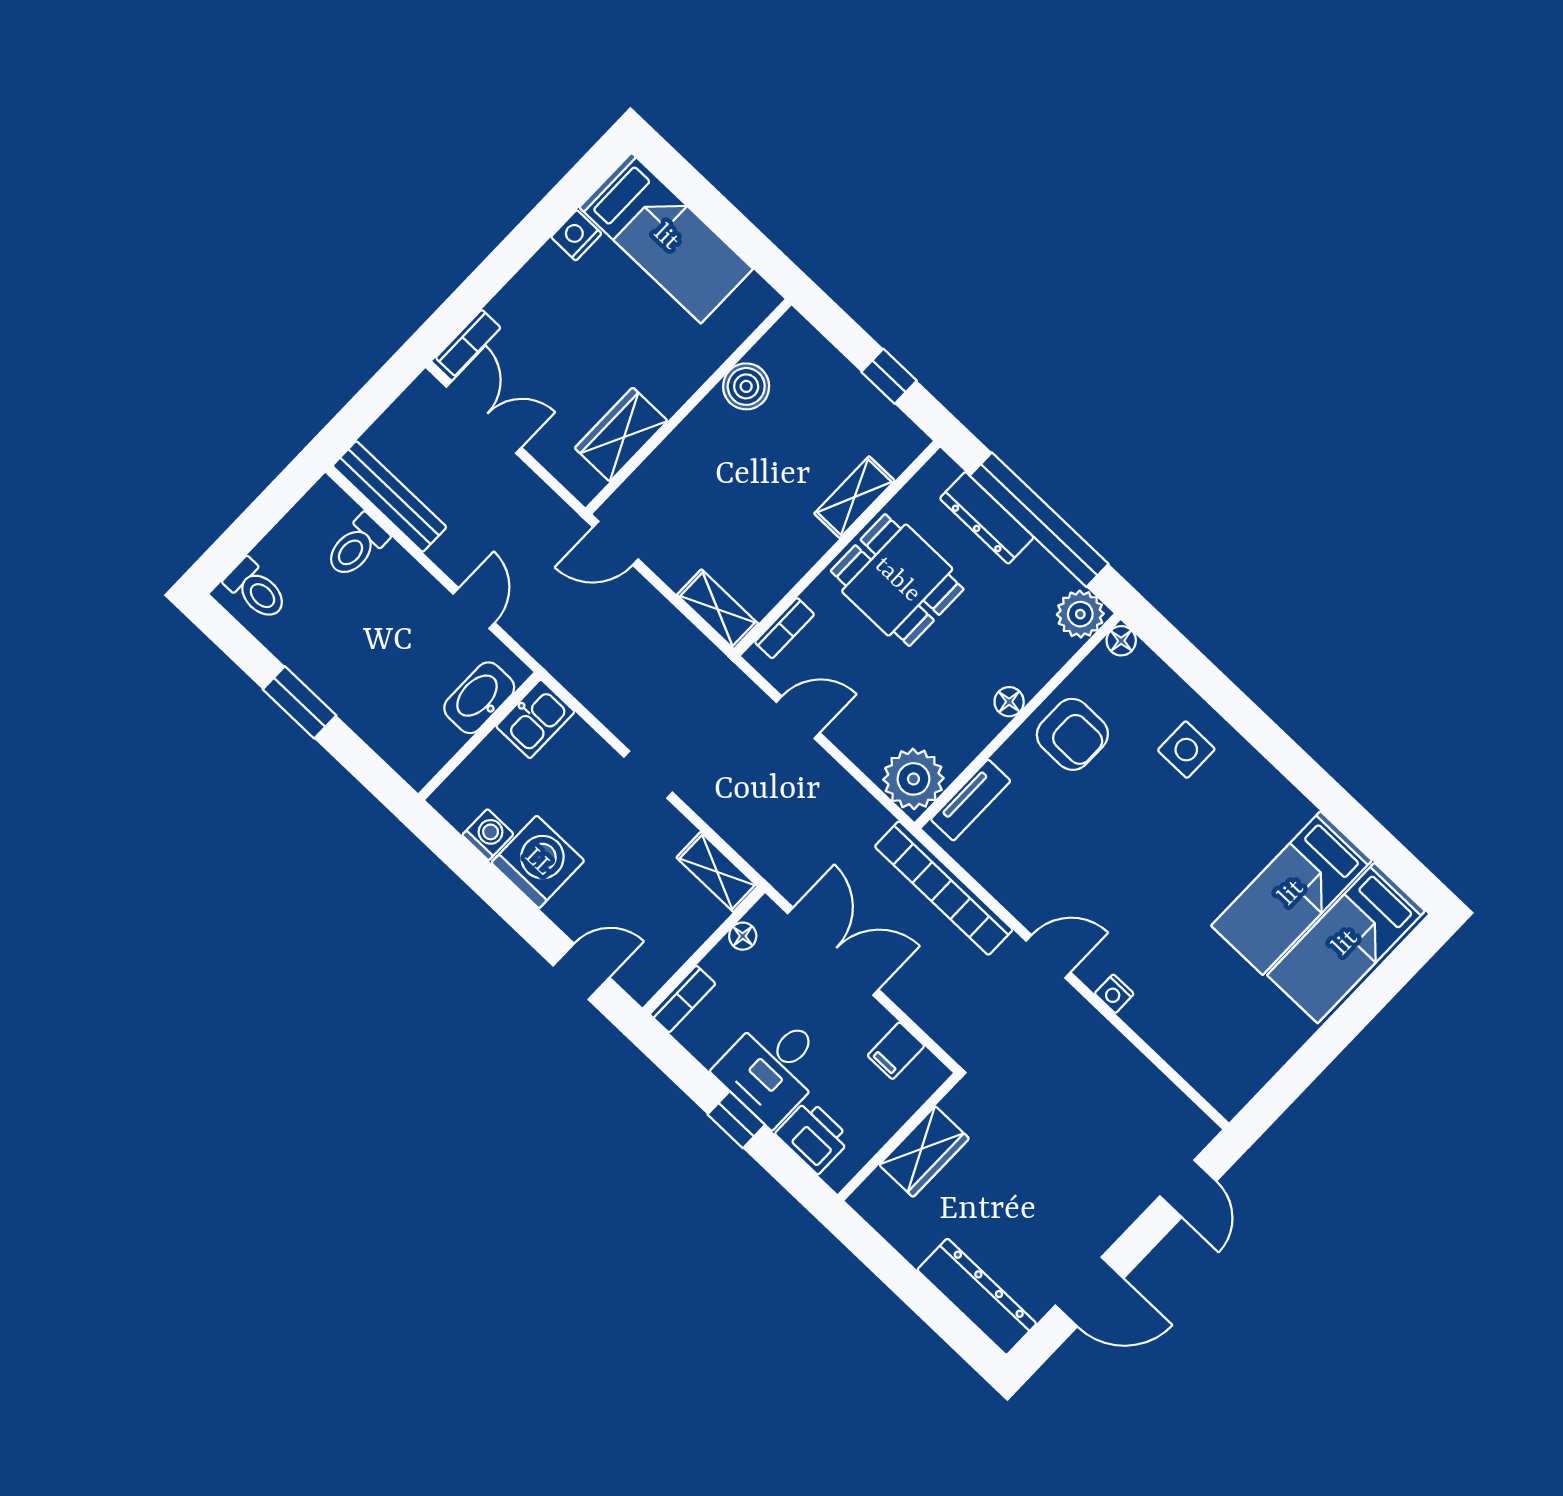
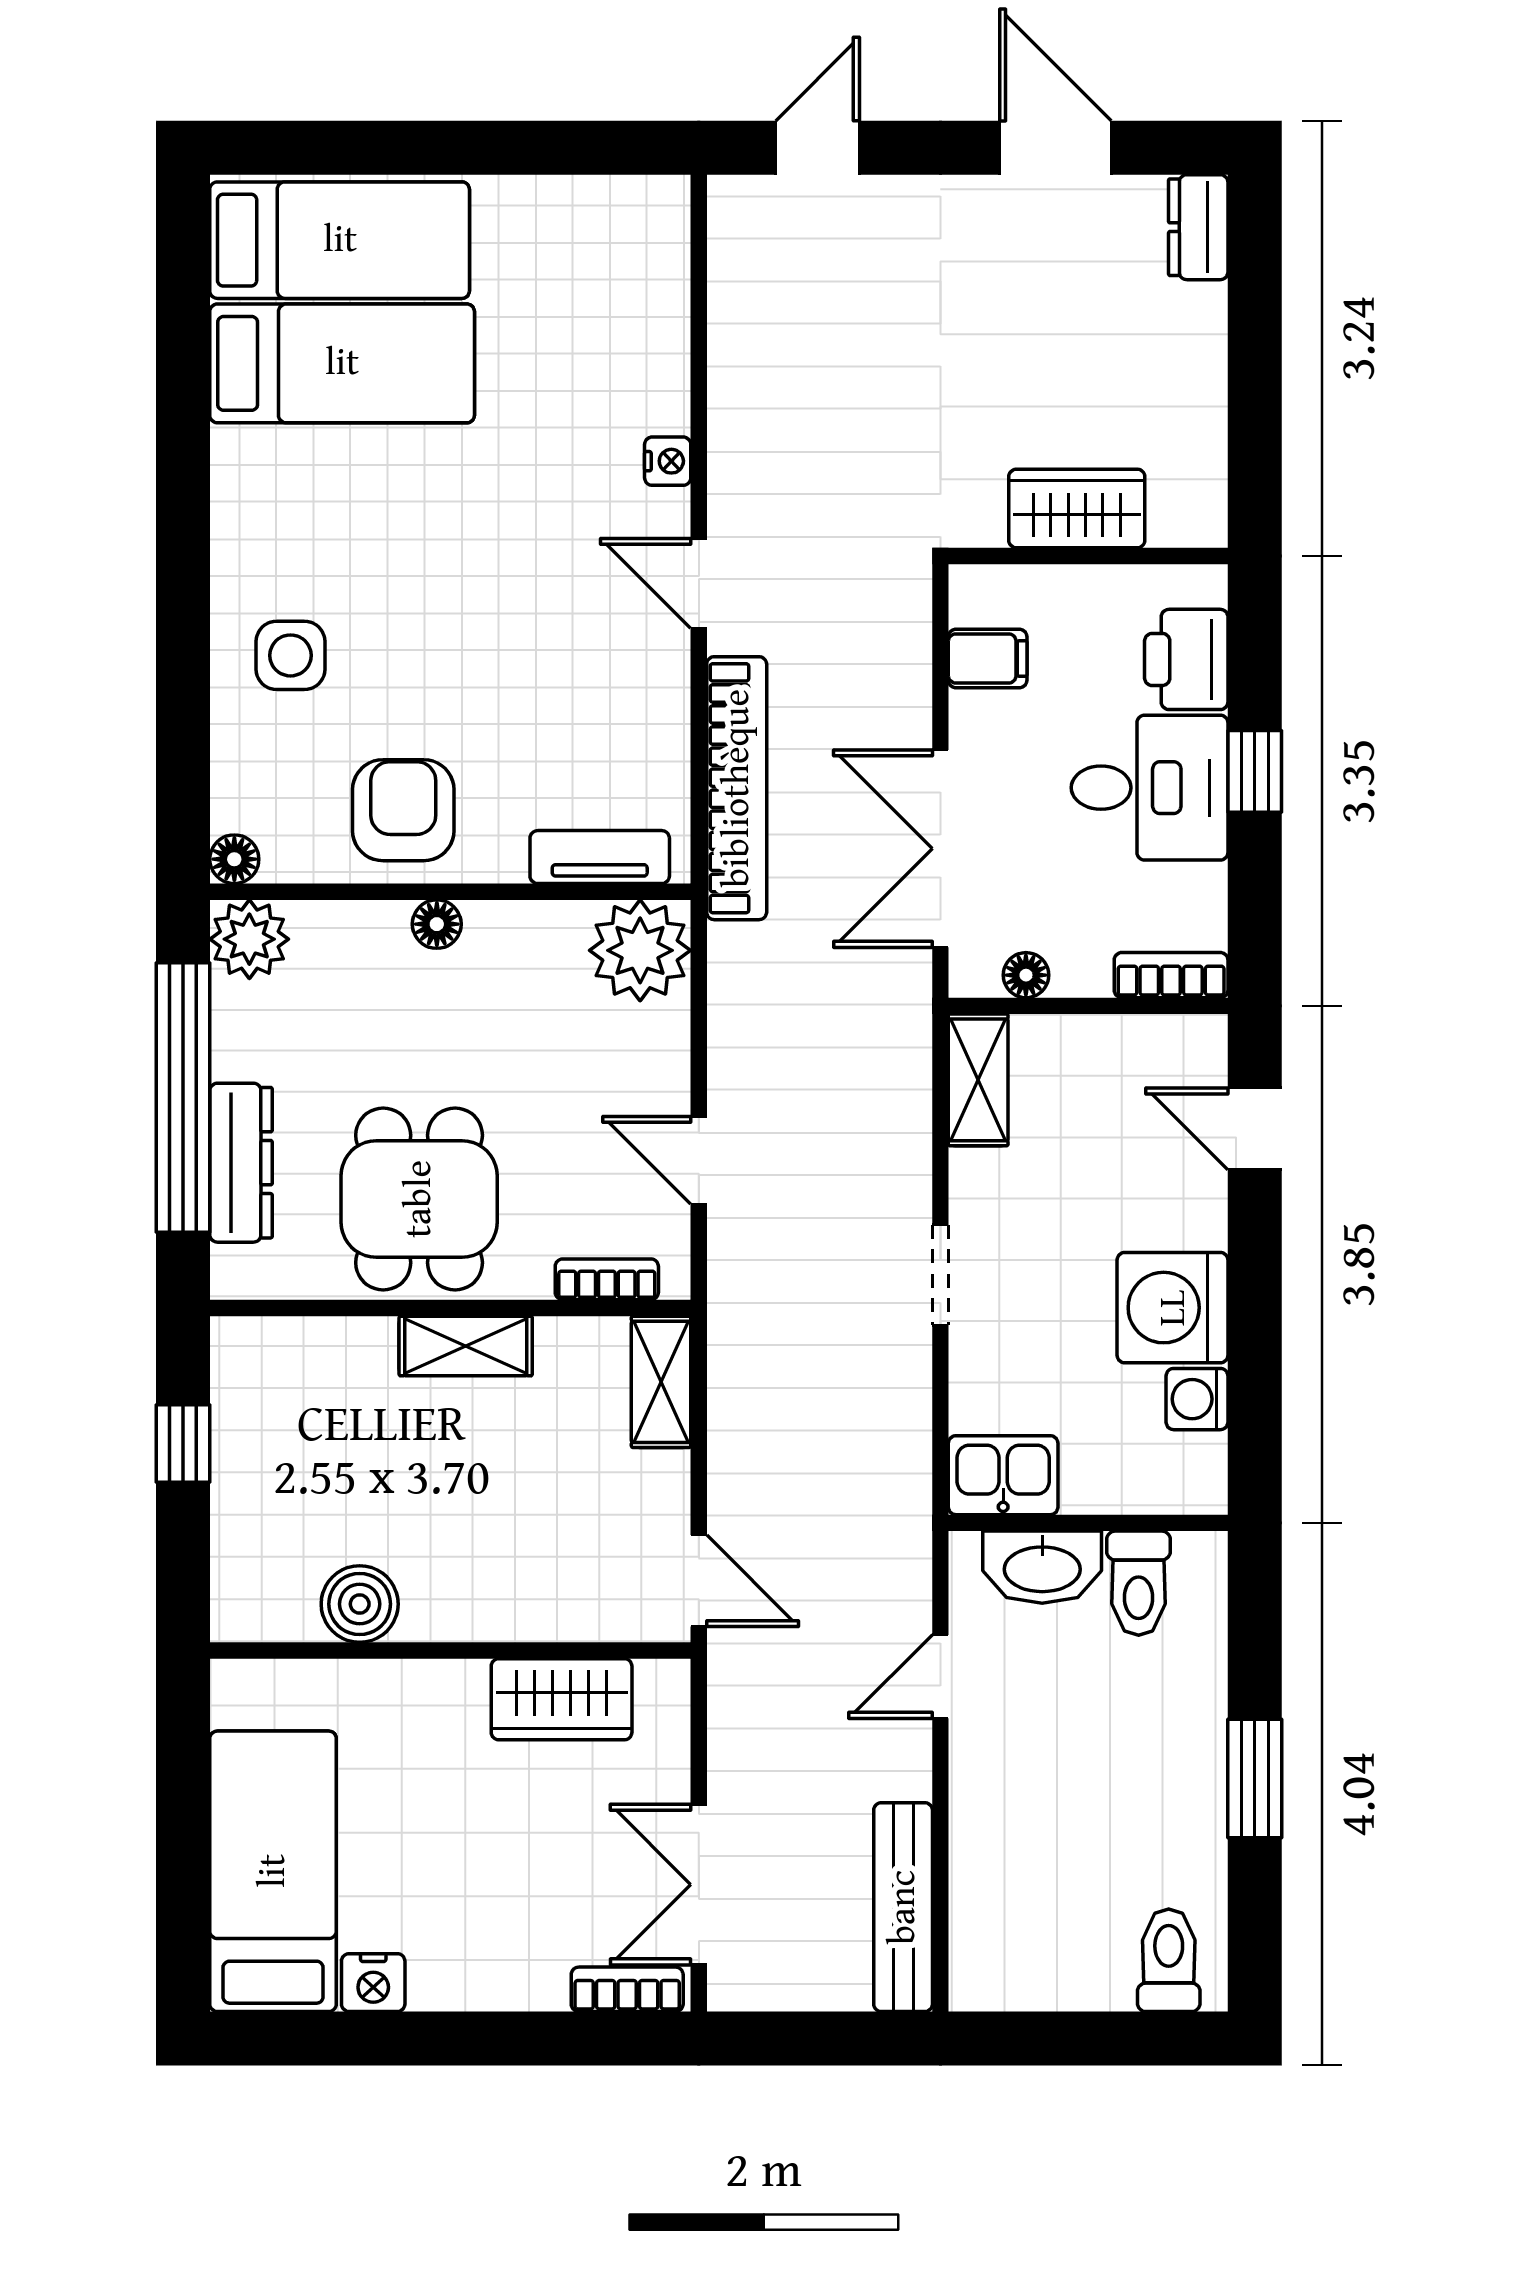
shelving: (854, 497) -> (466, 1346), moved
toilet: (357, 546) -> (1139, 1583), moved, turned 90
dresser: (977, 1297) -> (1198, 227), width x0.51, depth x0.80

